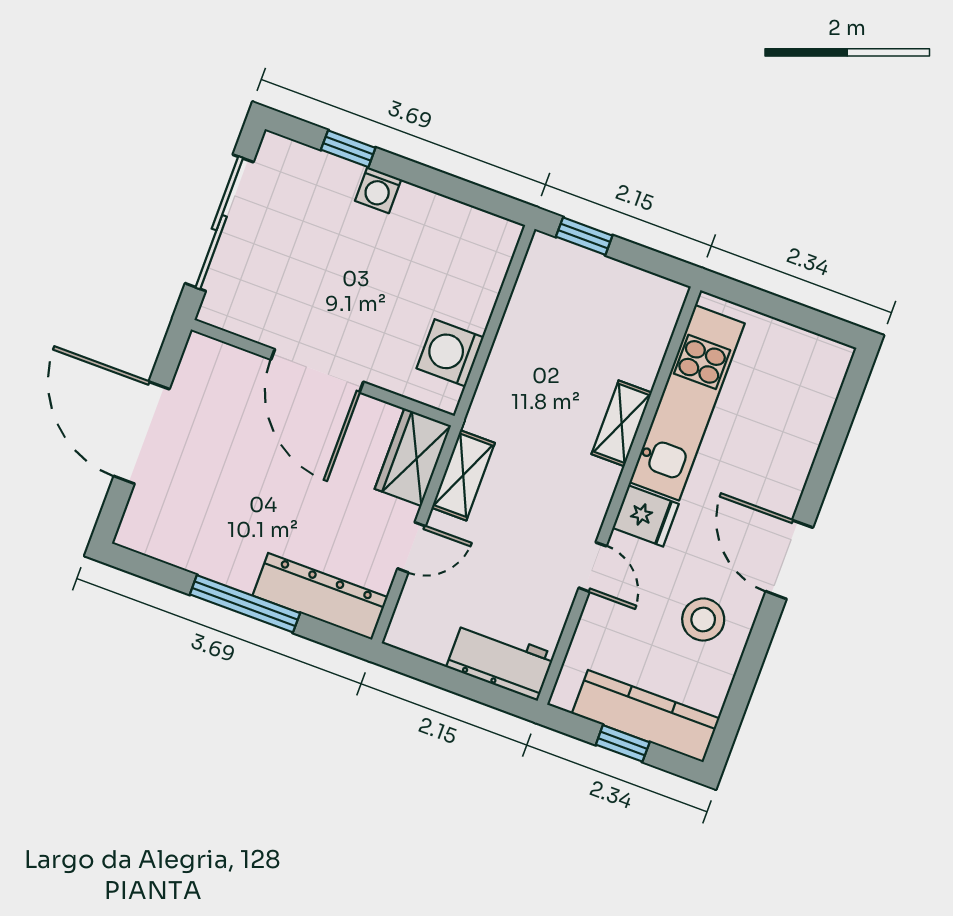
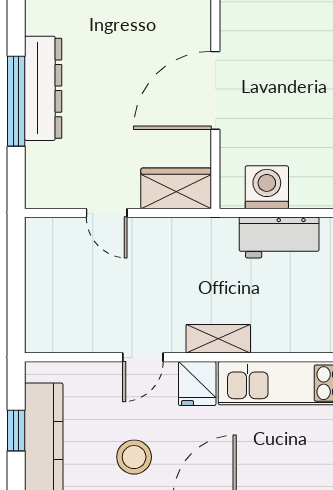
shelving: (622, 423) -> (218, 339), moved
shelving: (463, 475) -> (177, 232), removed
dresser: (320, 596) -> (43, 88), moved
workbench: (500, 660) -> (279, 237), moved, turned 90

